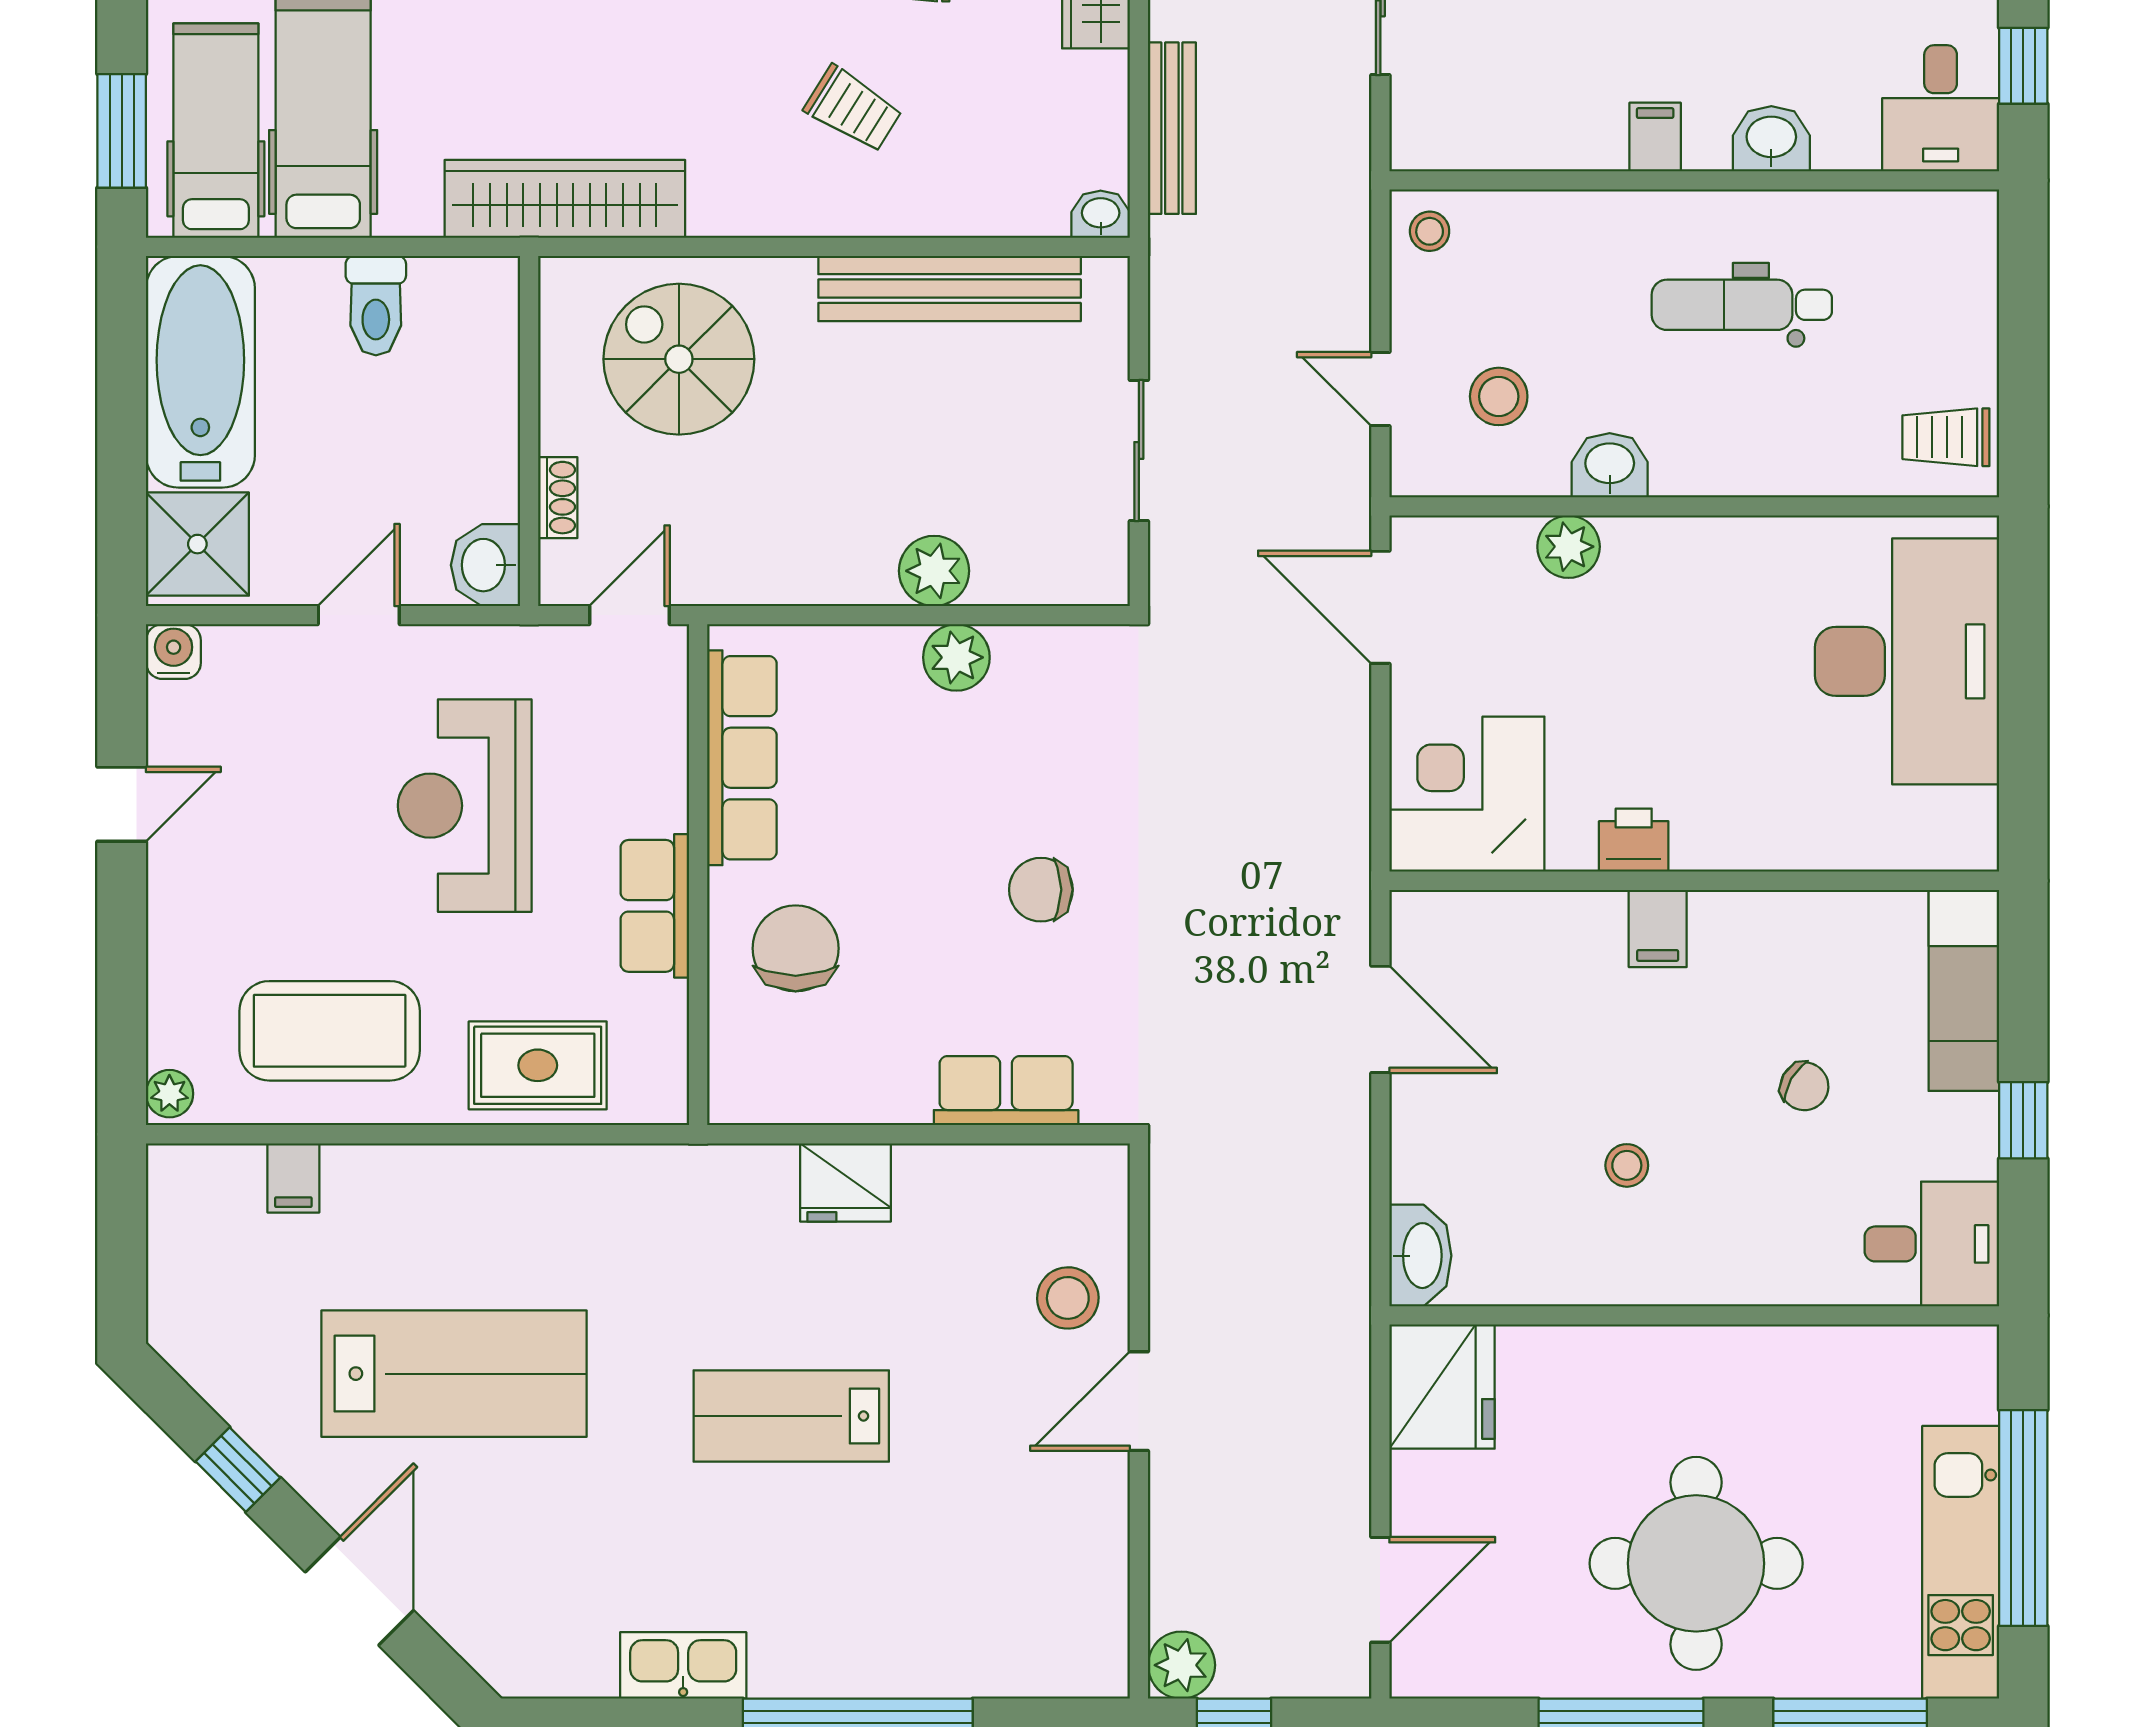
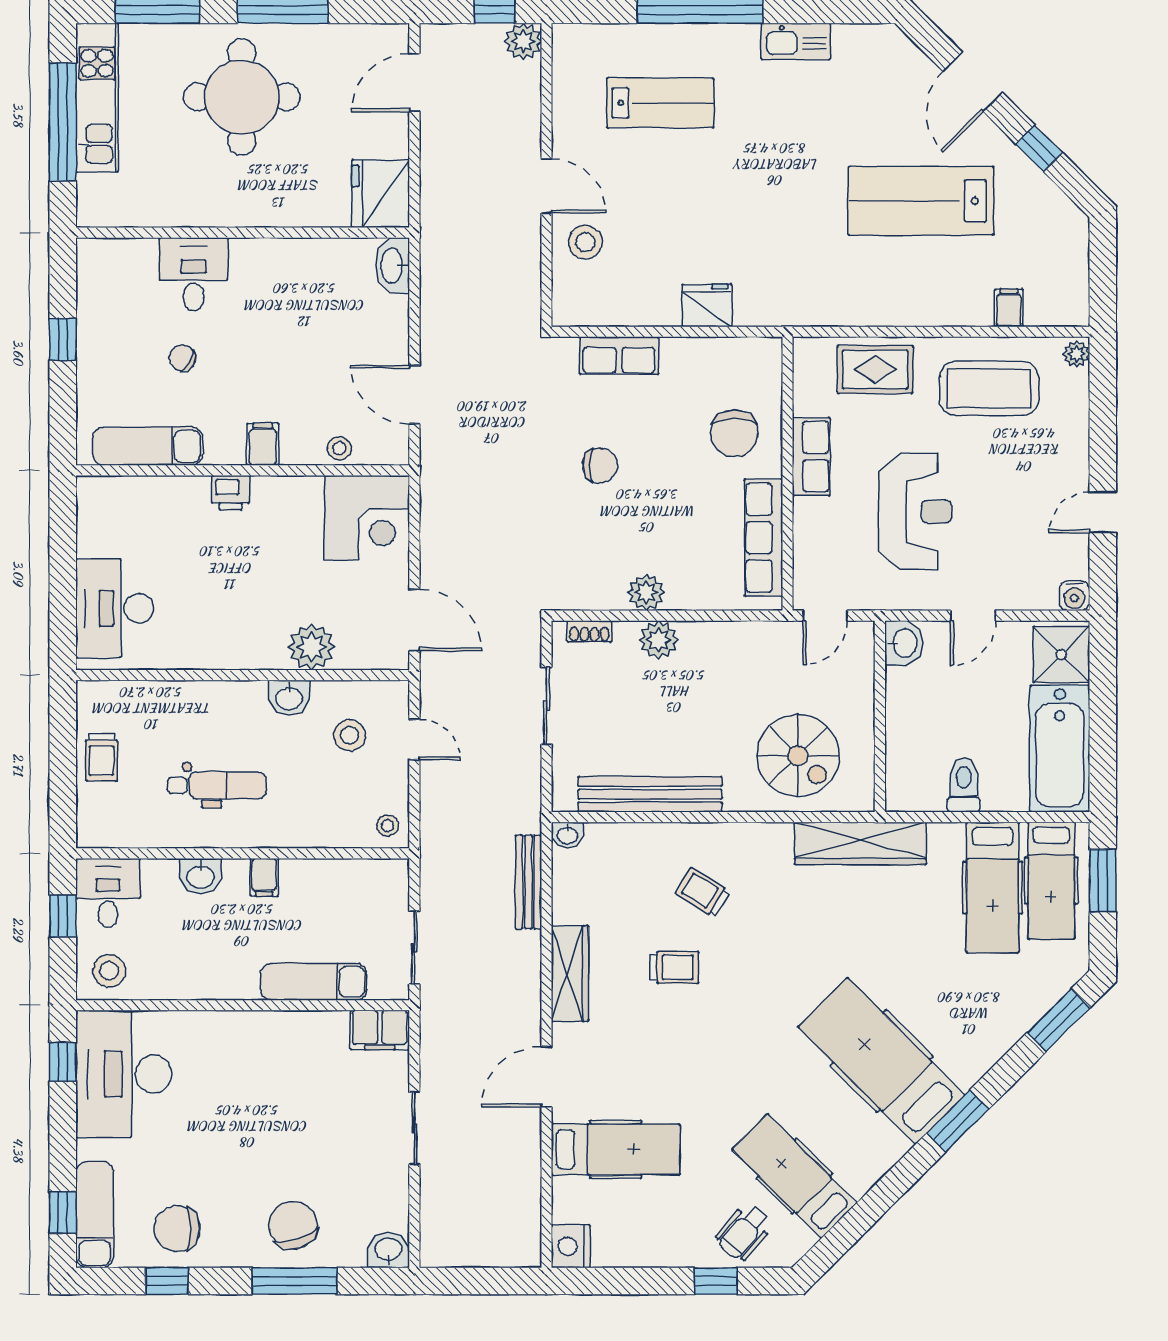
trolley: (1946, 437) -> (101, 757), moved, turned 90
shoe rack: (558, 498) -> (589, 631), moved, turned -90
plant: (1569, 547) -> (311, 647), width x1.36, depth x1.36
desk: (1907, 661) -> (115, 608), width x0.73, depth x0.77
printer: (1634, 840) -> (231, 493), moved
exam couch: (1964, 990) -> (148, 446), moved, turned -90
stool: (1627, 1165) -> (339, 448), moved
desk: (1932, 1244) -> (194, 274), moved, turned 90
door: (1139, 1401) -> (546, 186), hinge flipped
lab bench: (791, 1416) -> (660, 103), moved

